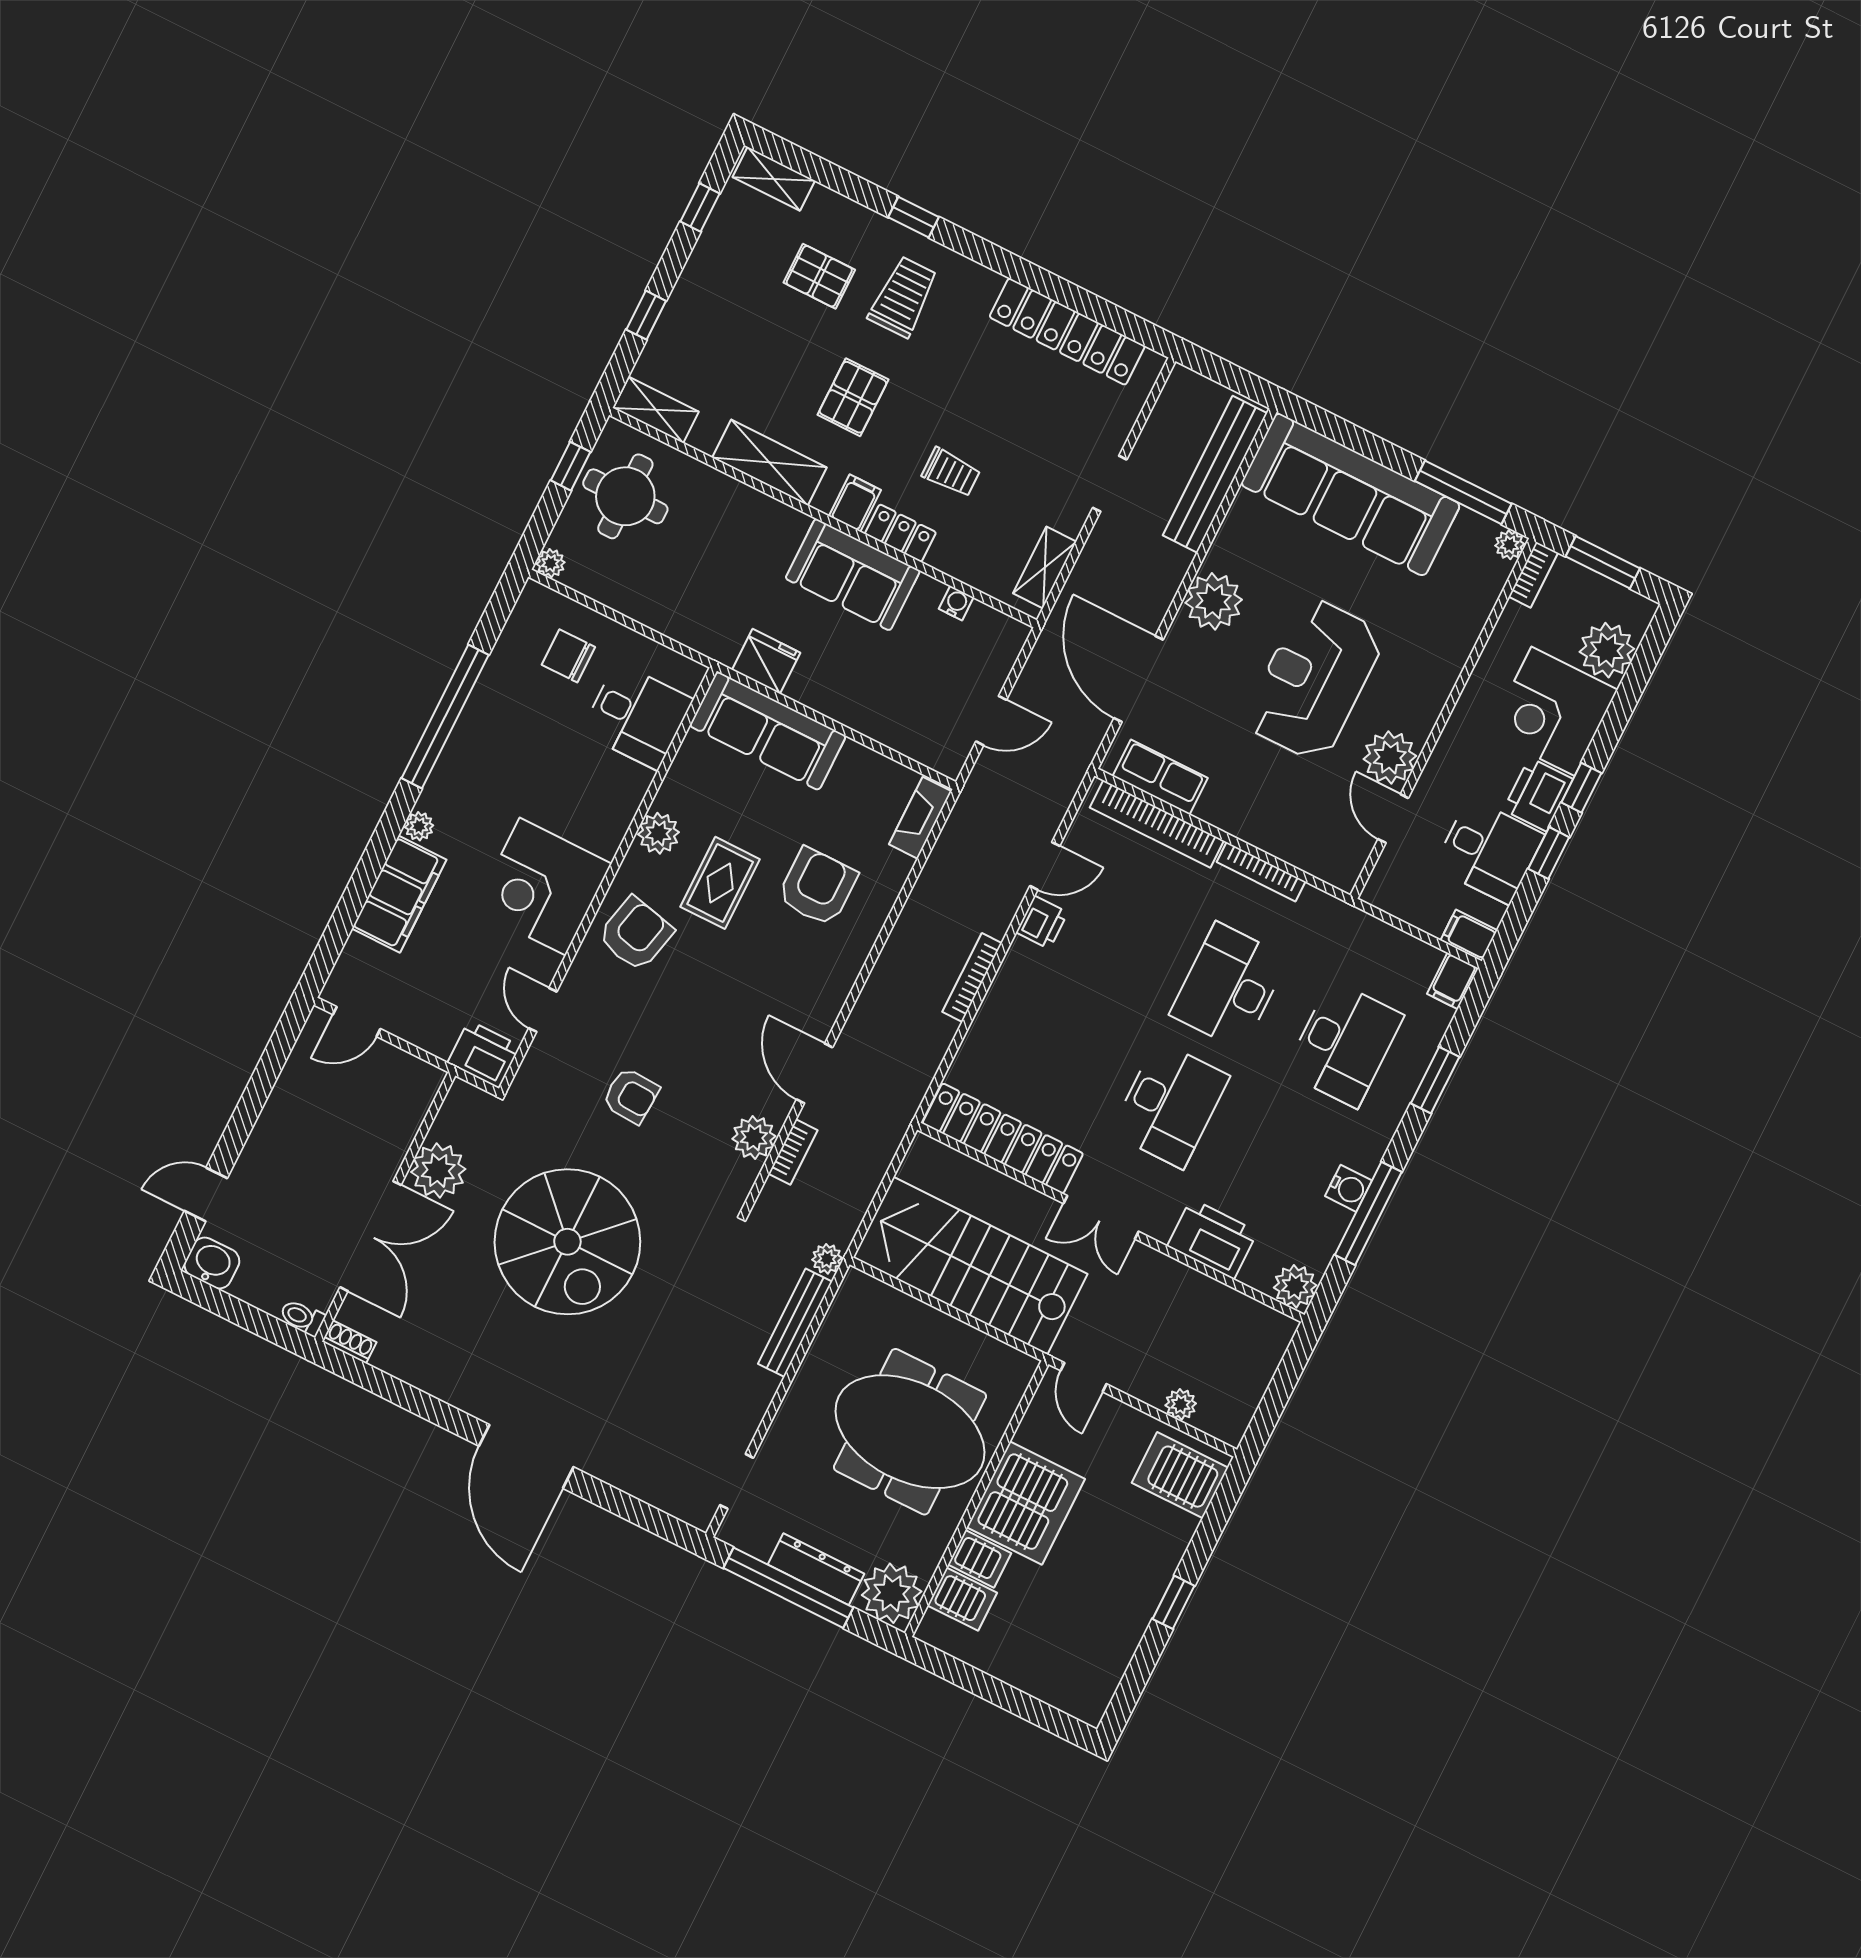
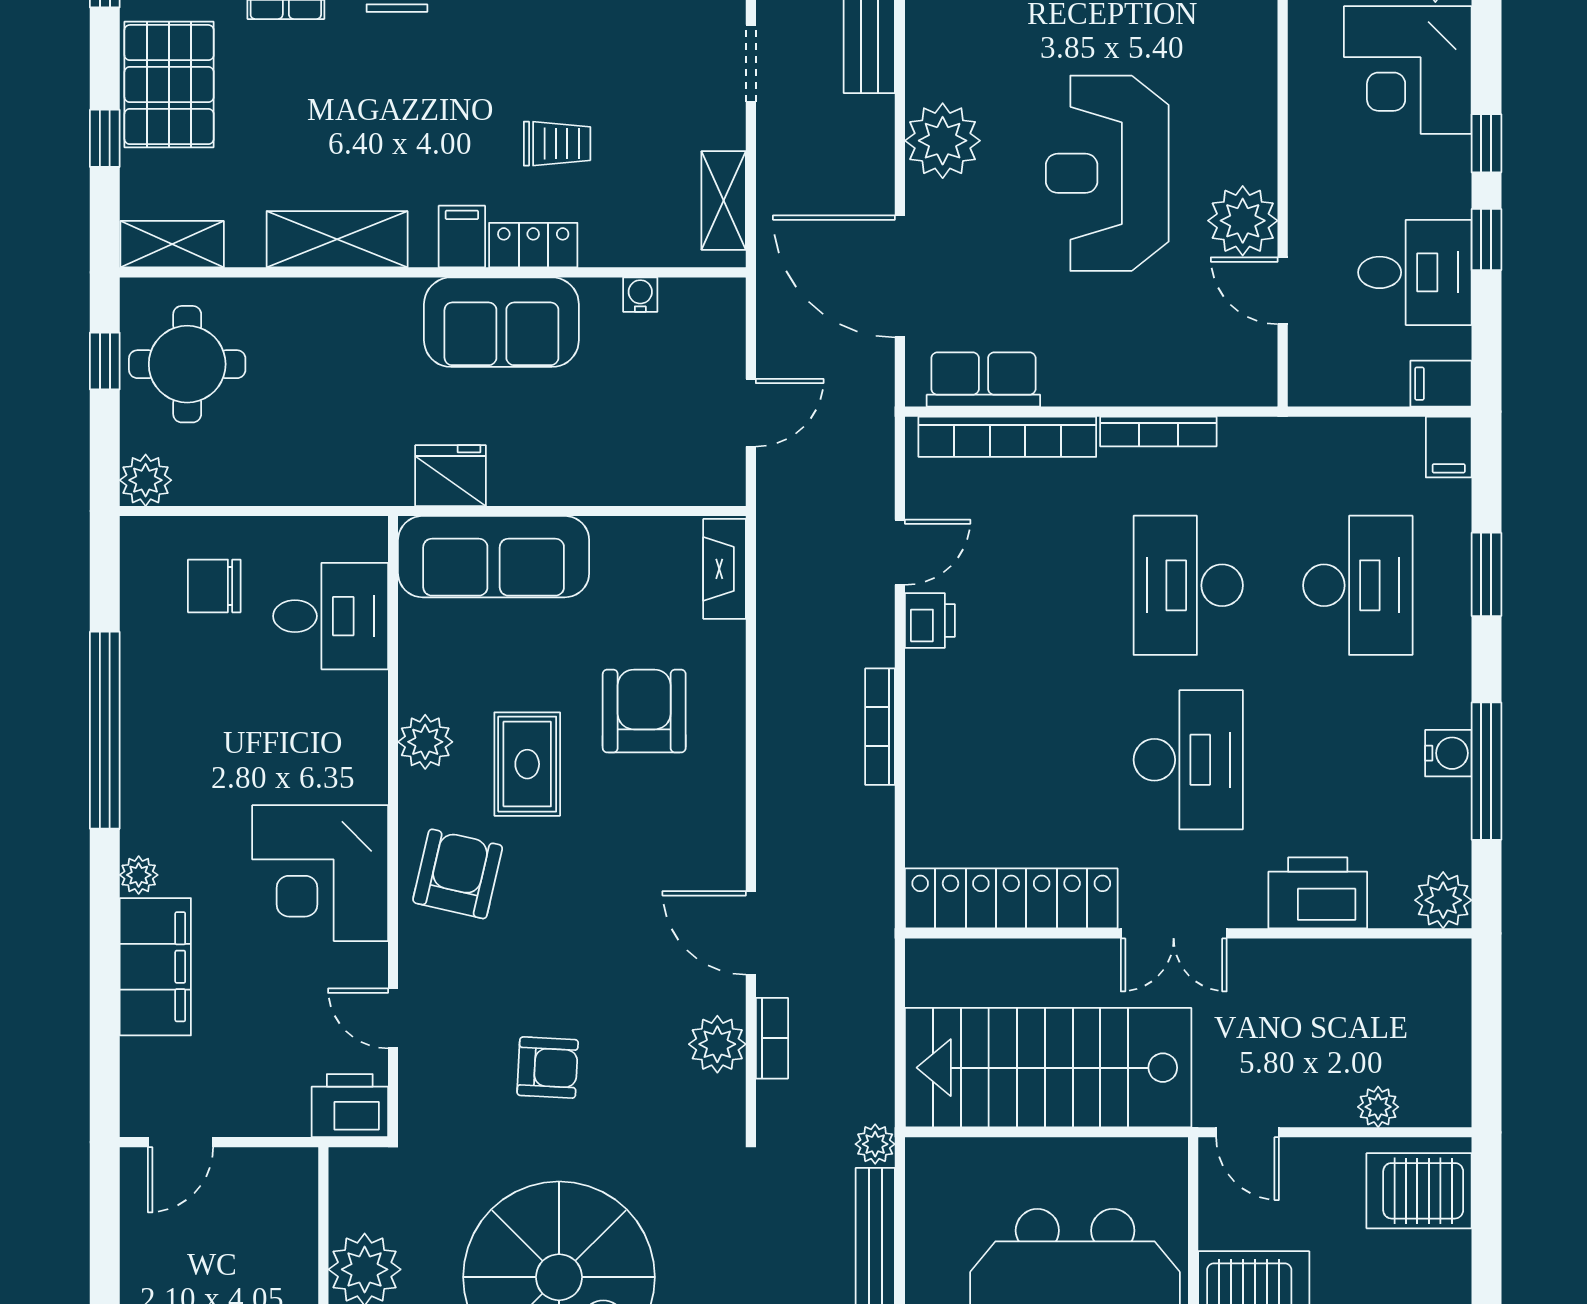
pallet: (853, 397) -> (169, 85), moved, width x1.50, depth x1.42
plant: (551, 563) -> (146, 480), width x1.38, depth x1.38
printer: (1538, 794) -> (1439, 177), removed

